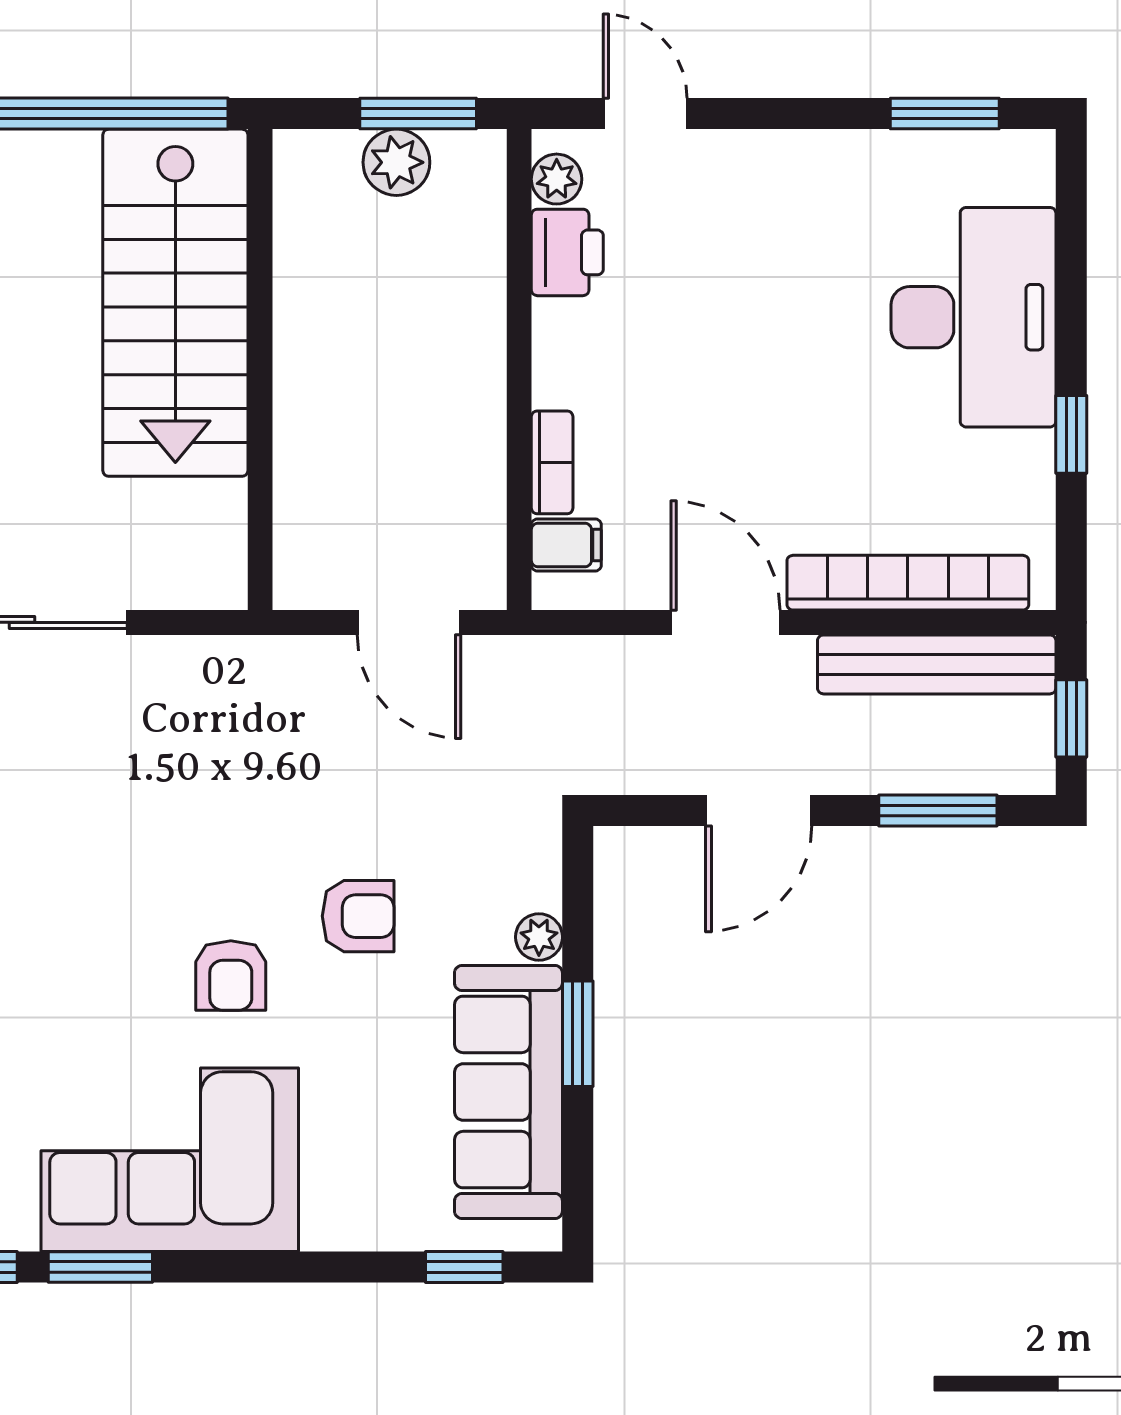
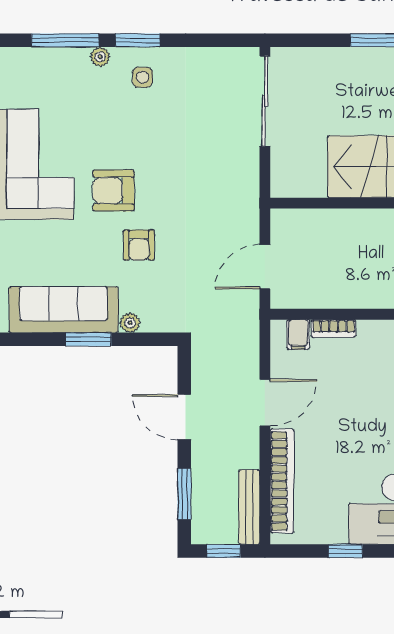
bench: (937, 664) -> (249, 507), width x0.73, depth x0.82
armchair: (231, 975) -> (113, 190), width x1.38, depth x1.38

